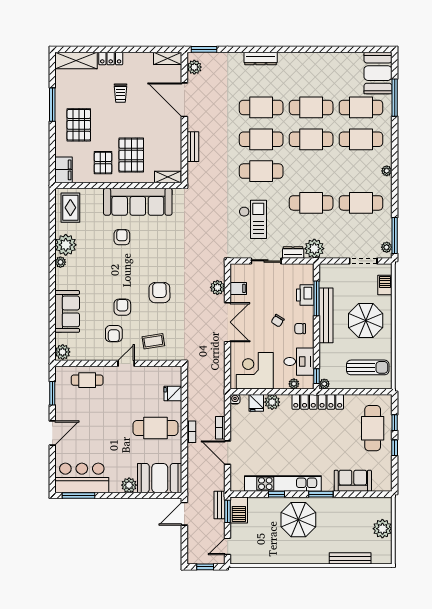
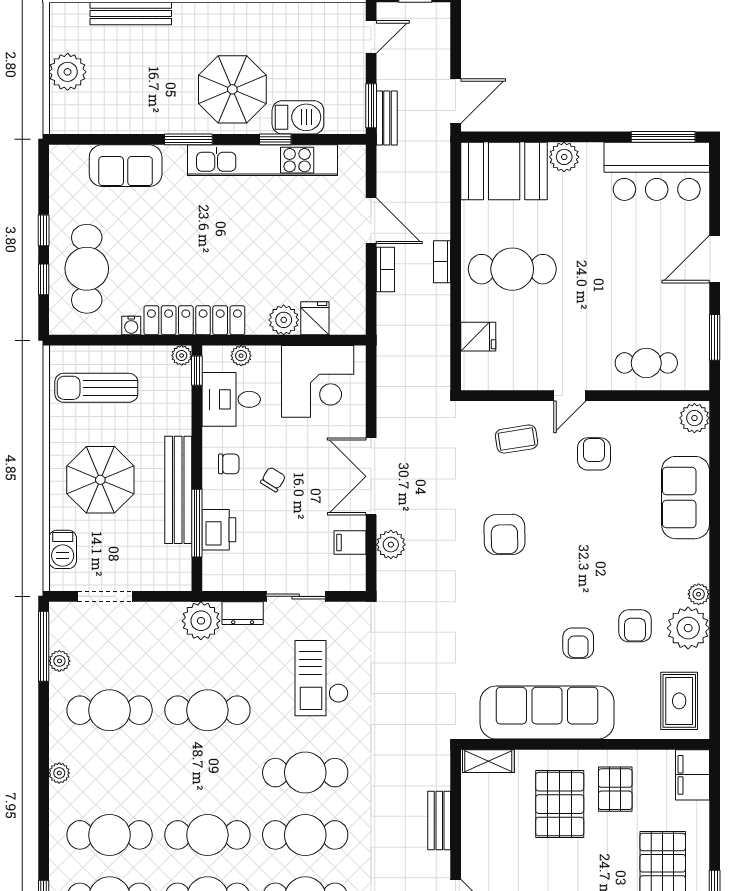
plant: (387, 247) -> (59, 661), moved
armchair: (122, 307) -> (635, 626), moved
water cooler: (235, 399) -> (131, 325), moved
barbecue: (239, 510) -> (298, 117), moved, turned 90

